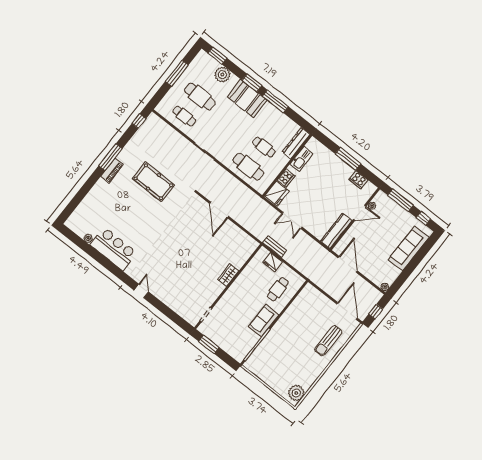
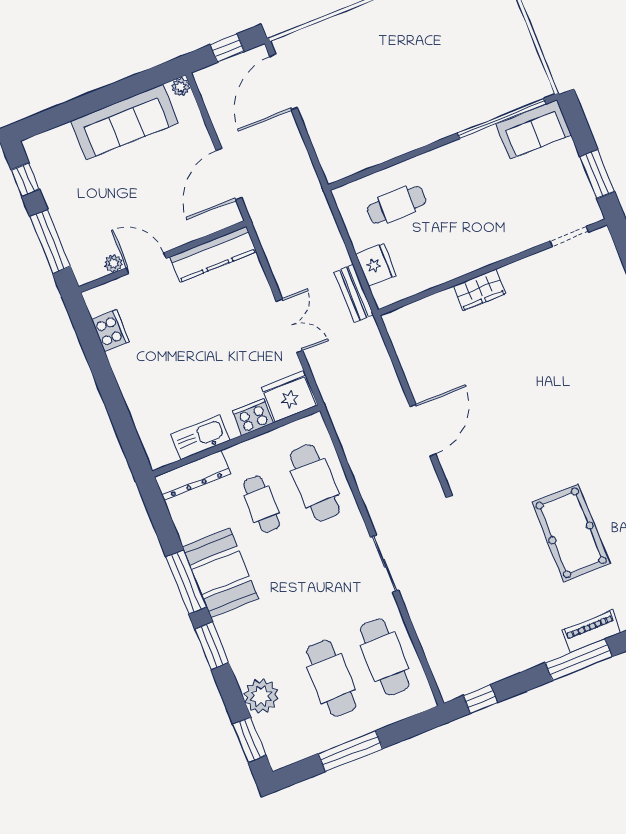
booth: (247, 98) -> (220, 573), moved
cafe table: (184, 116) -> (385, 657), width x1.37, depth x1.35
window: (348, 159) -> (107, 384), removed
pool table: (153, 182) -> (571, 533), moved
sofa: (409, 249) -> (125, 122), moved
sofa: (264, 321) -> (534, 129), moved
sun lounger: (328, 341) -> (355, 44), removed

